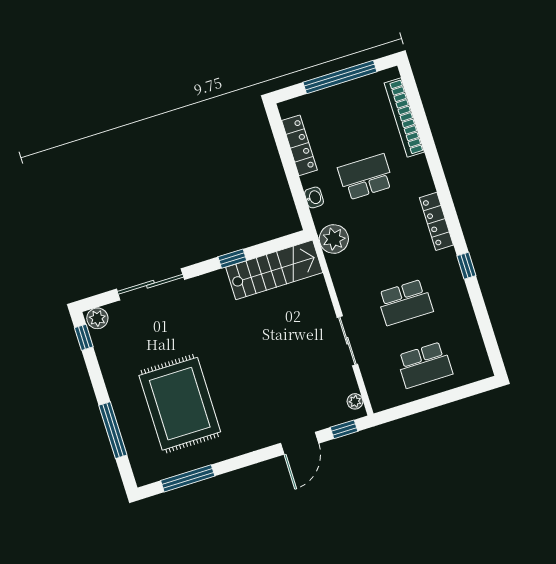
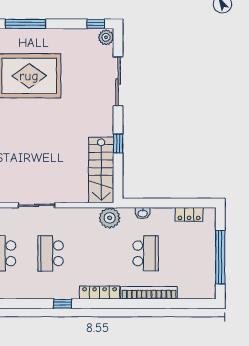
bookcase: (404, 117) -> (149, 293), moved
locker: (299, 145) -> (189, 214), width x0.66

